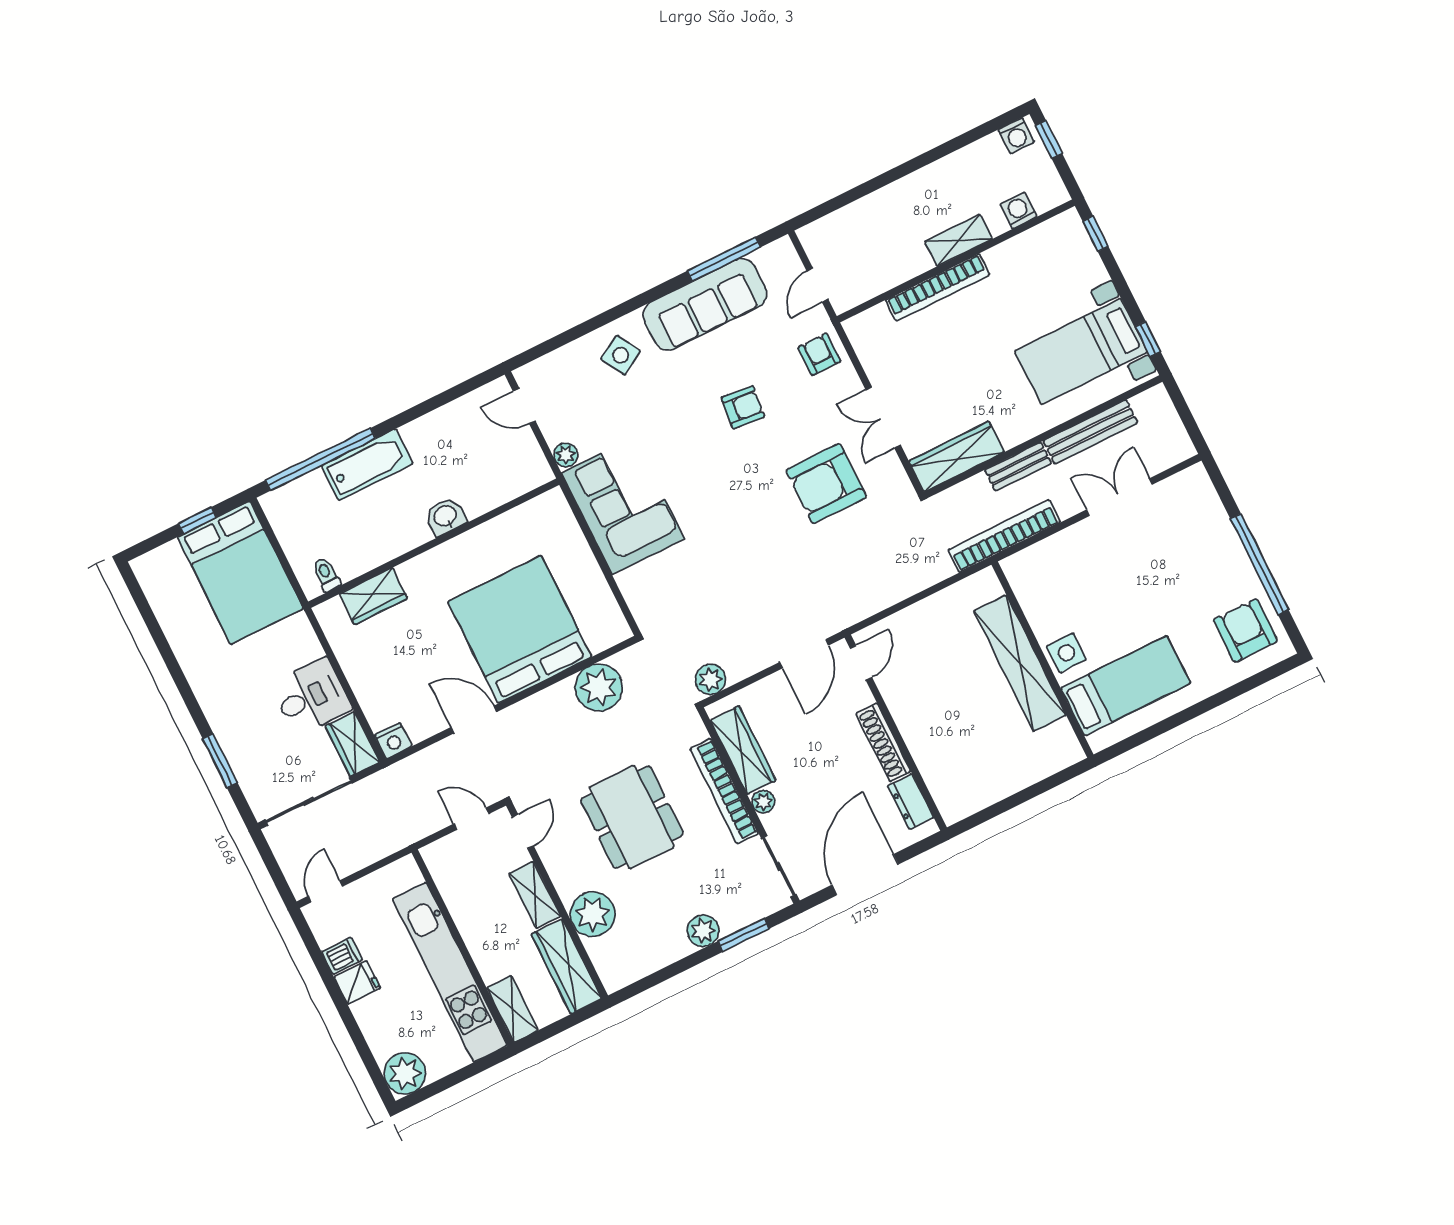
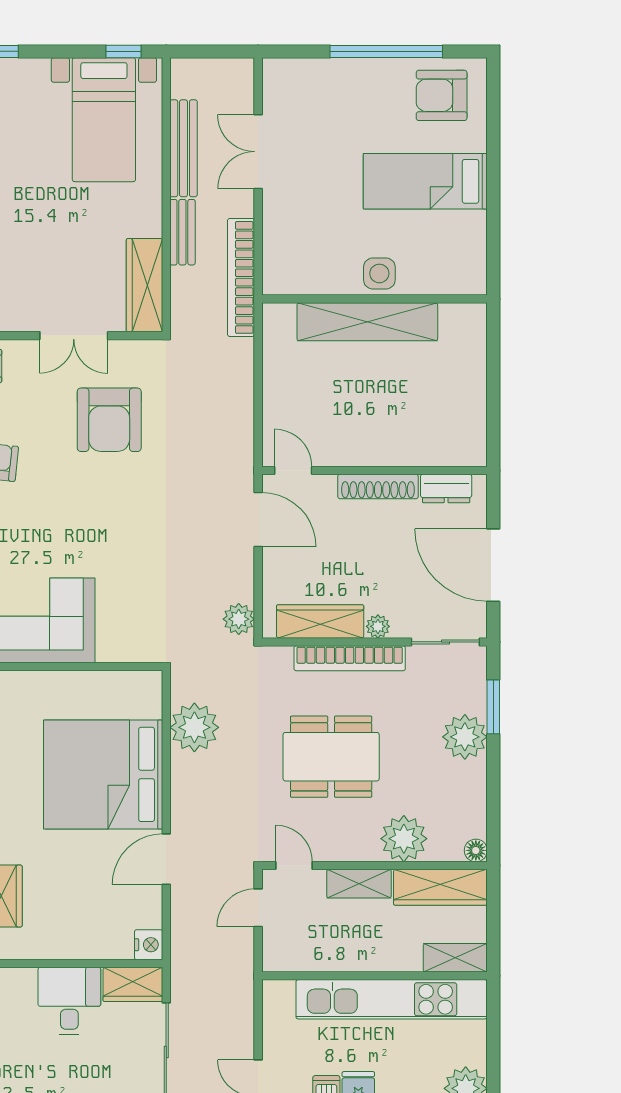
bed: (1126, 686) -> (425, 181), moved, turned -90
plant: (703, 931) -> (465, 737), width x1.36, depth x1.36
floor lamp: (613, 981) -> (476, 850), added

